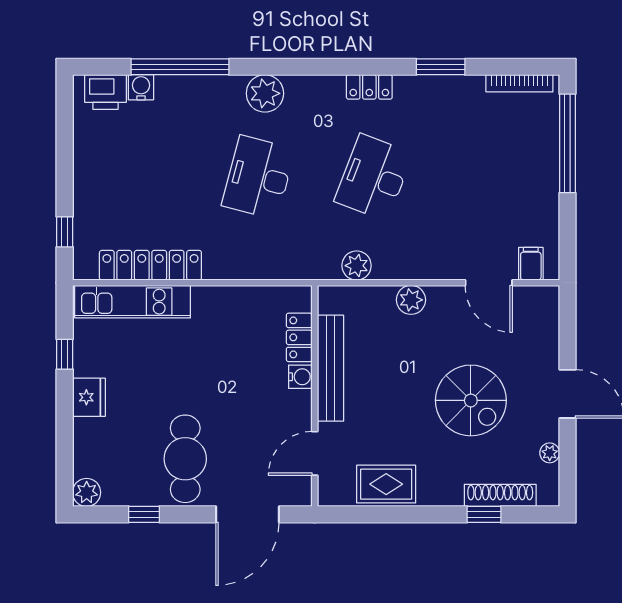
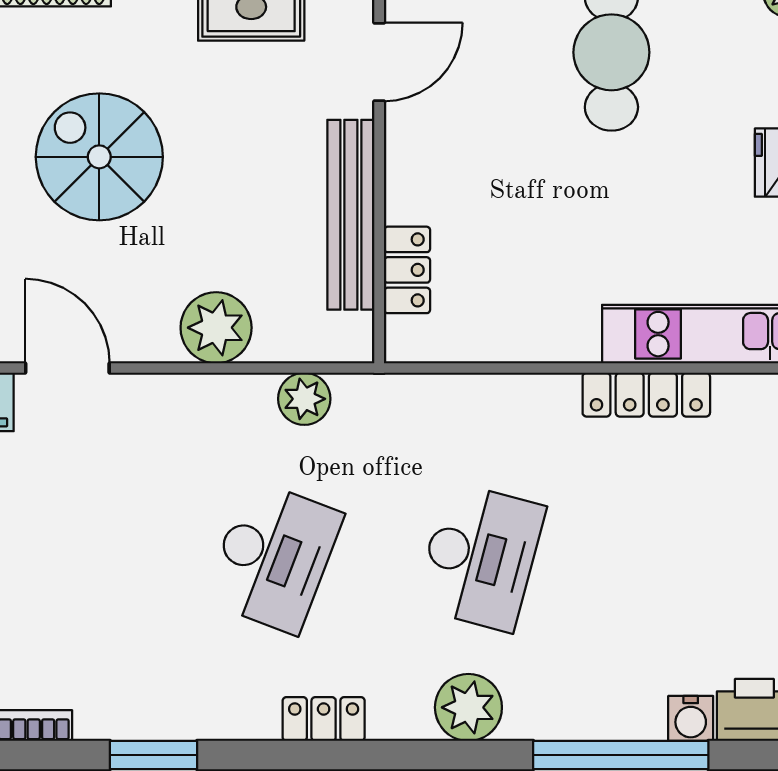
locker: (369, 87) -> (324, 719), moved
locker: (150, 265) -> (646, 395), width x0.71, depth x0.83
plant: (411, 300) -> (216, 328), width x1.36, depth x1.36
water cooler: (300, 377) -> (405, 199), removed

